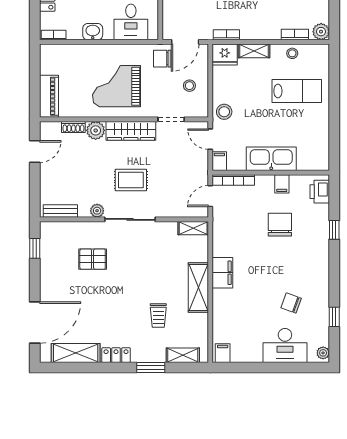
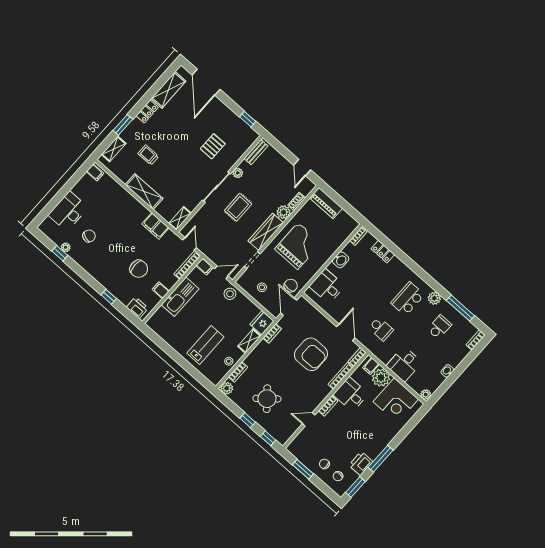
lab bench: (297, 91) -> (205, 345), turned 180
filing cabinet: (222, 273) -> (155, 226), moved
plant: (323, 353) -> (66, 247), moved

